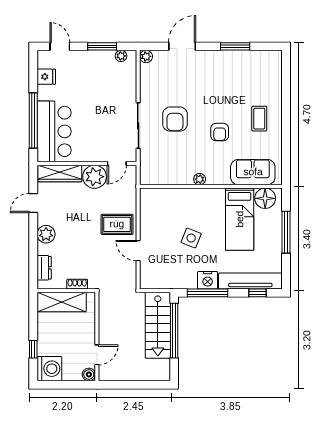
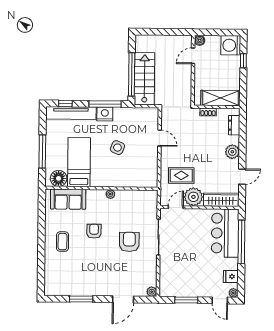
plant: (121, 56) -> (233, 293), moved
rug: (117, 224) -> (181, 175), moved

